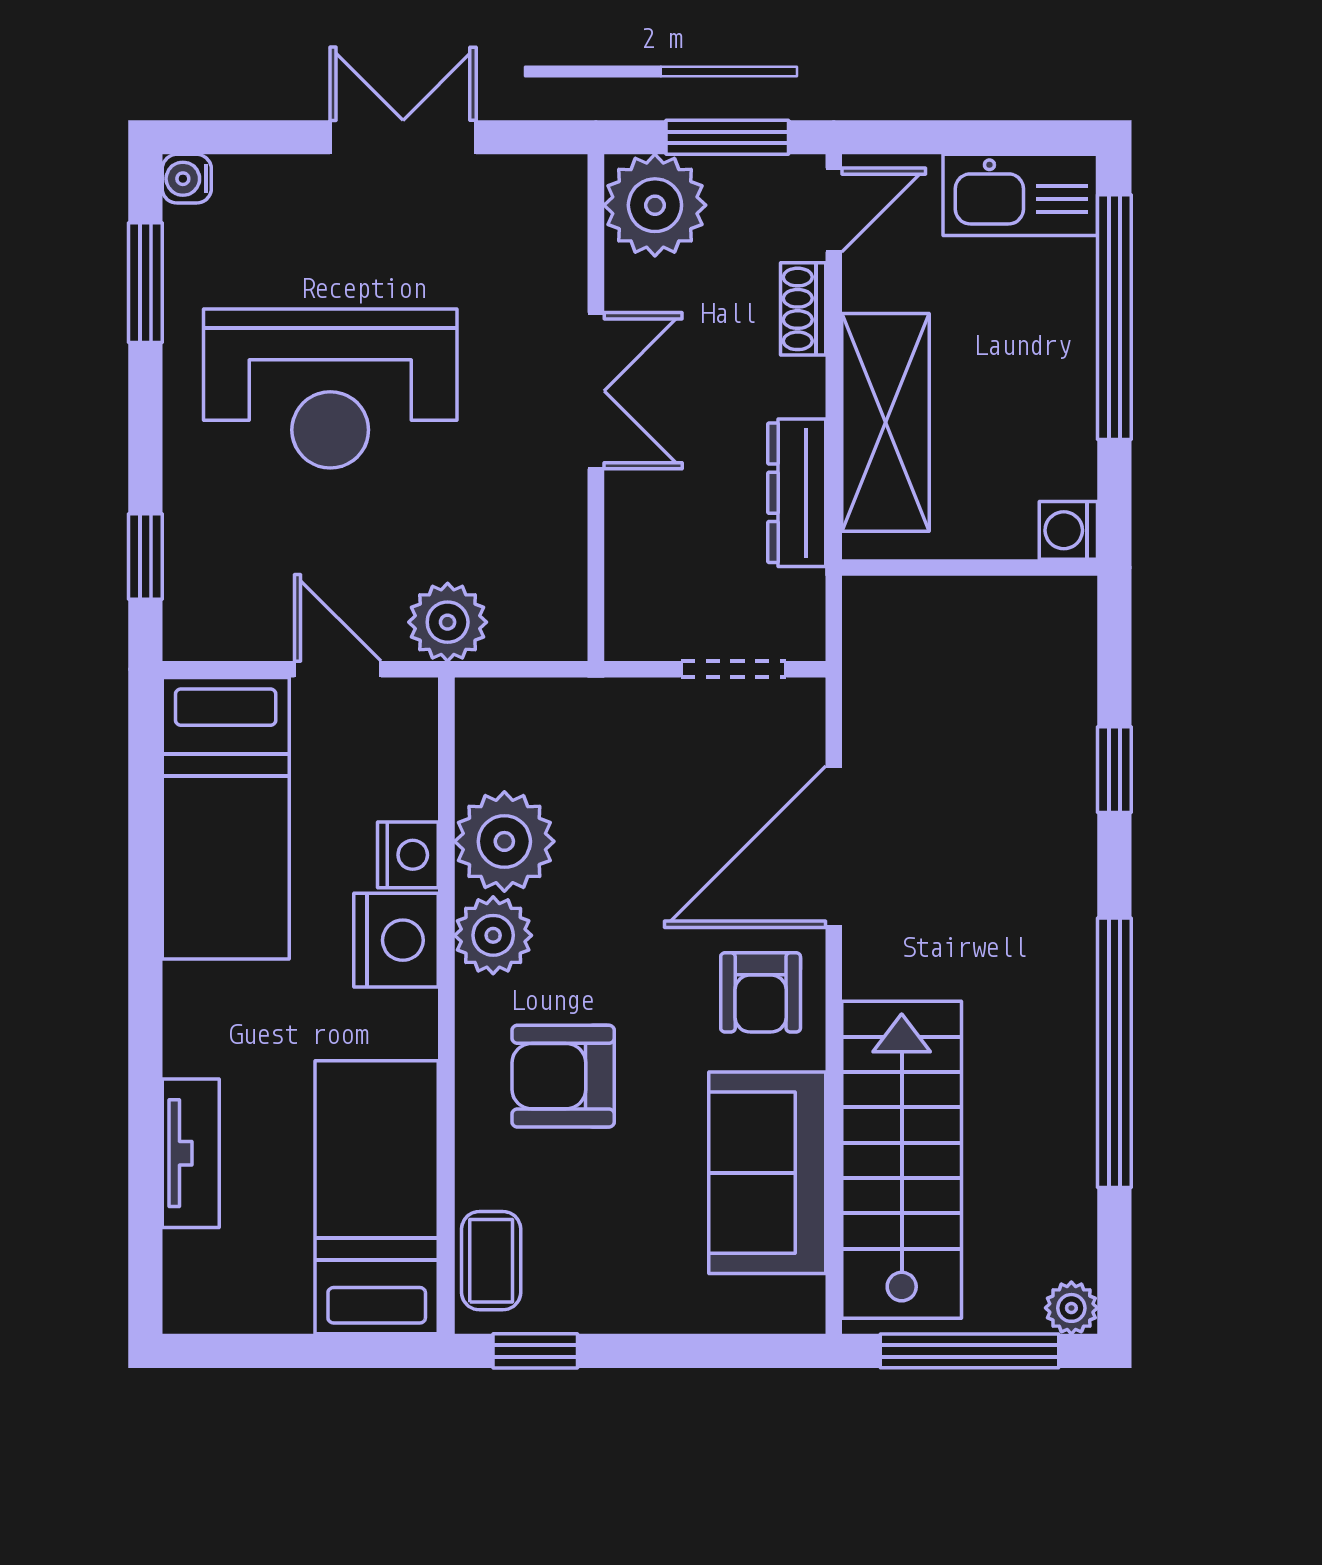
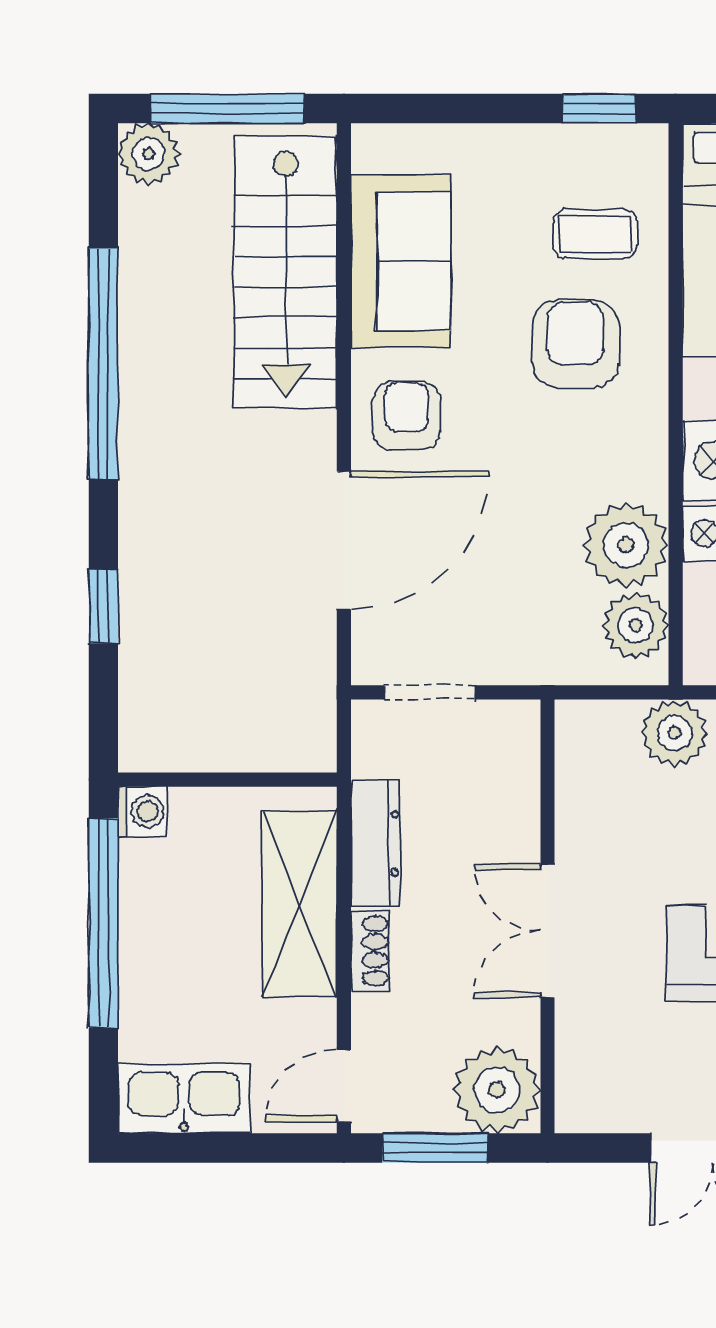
shoe rack: (803, 309) -> (370, 951), moved
window: (1114, 317) -> (103, 923), moved
plant: (493, 935) -> (635, 625), moved
armchair: (563, 1076) -> (576, 344), turned -90
coffee table: (491, 1261) -> (595, 234), moved, turned 90
plant: (1071, 1308) -> (149, 154), width x1.38, depth x1.38

